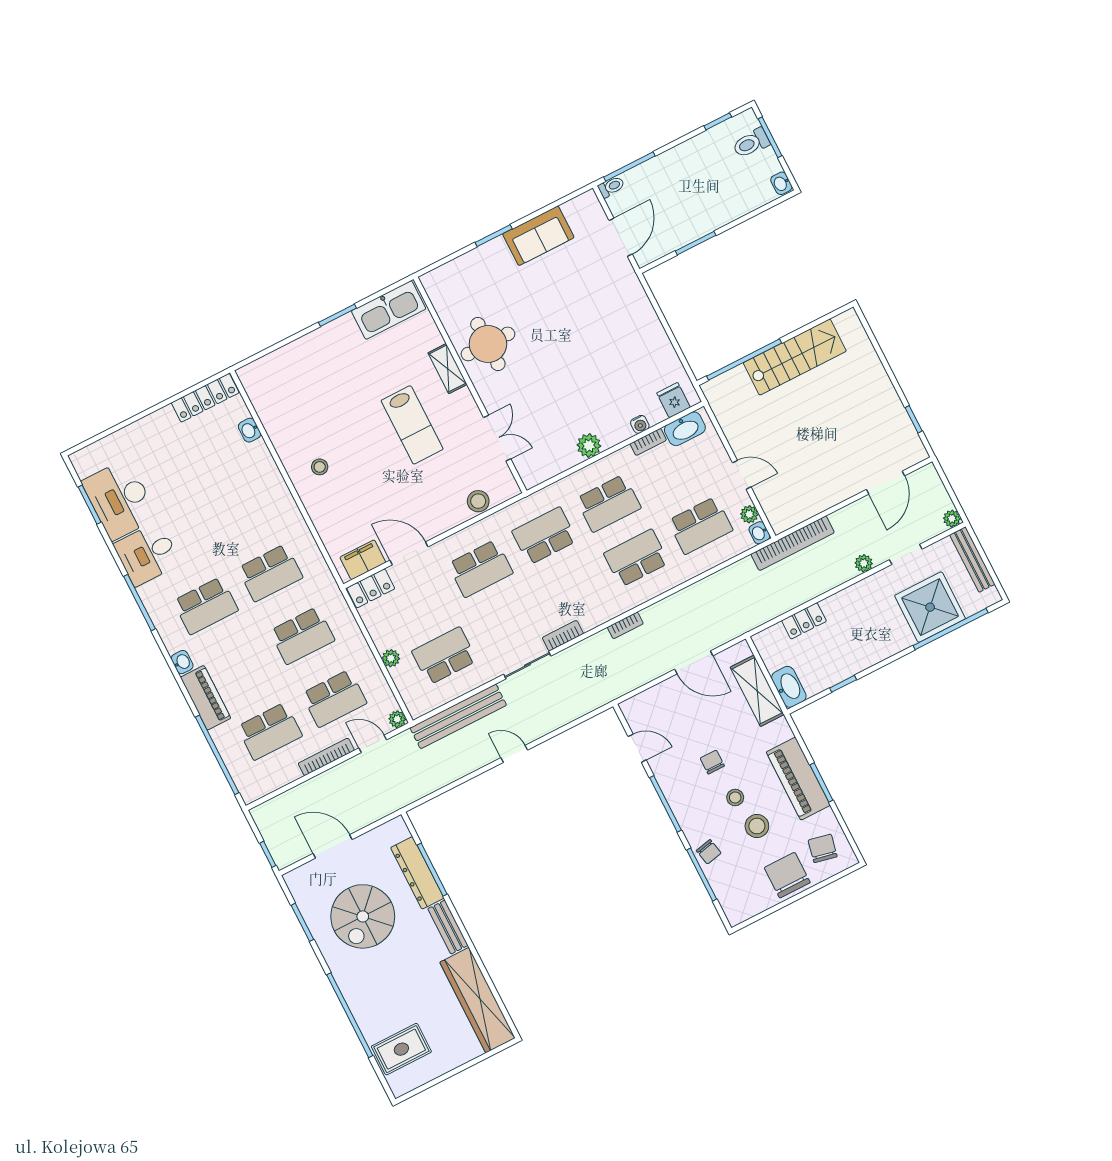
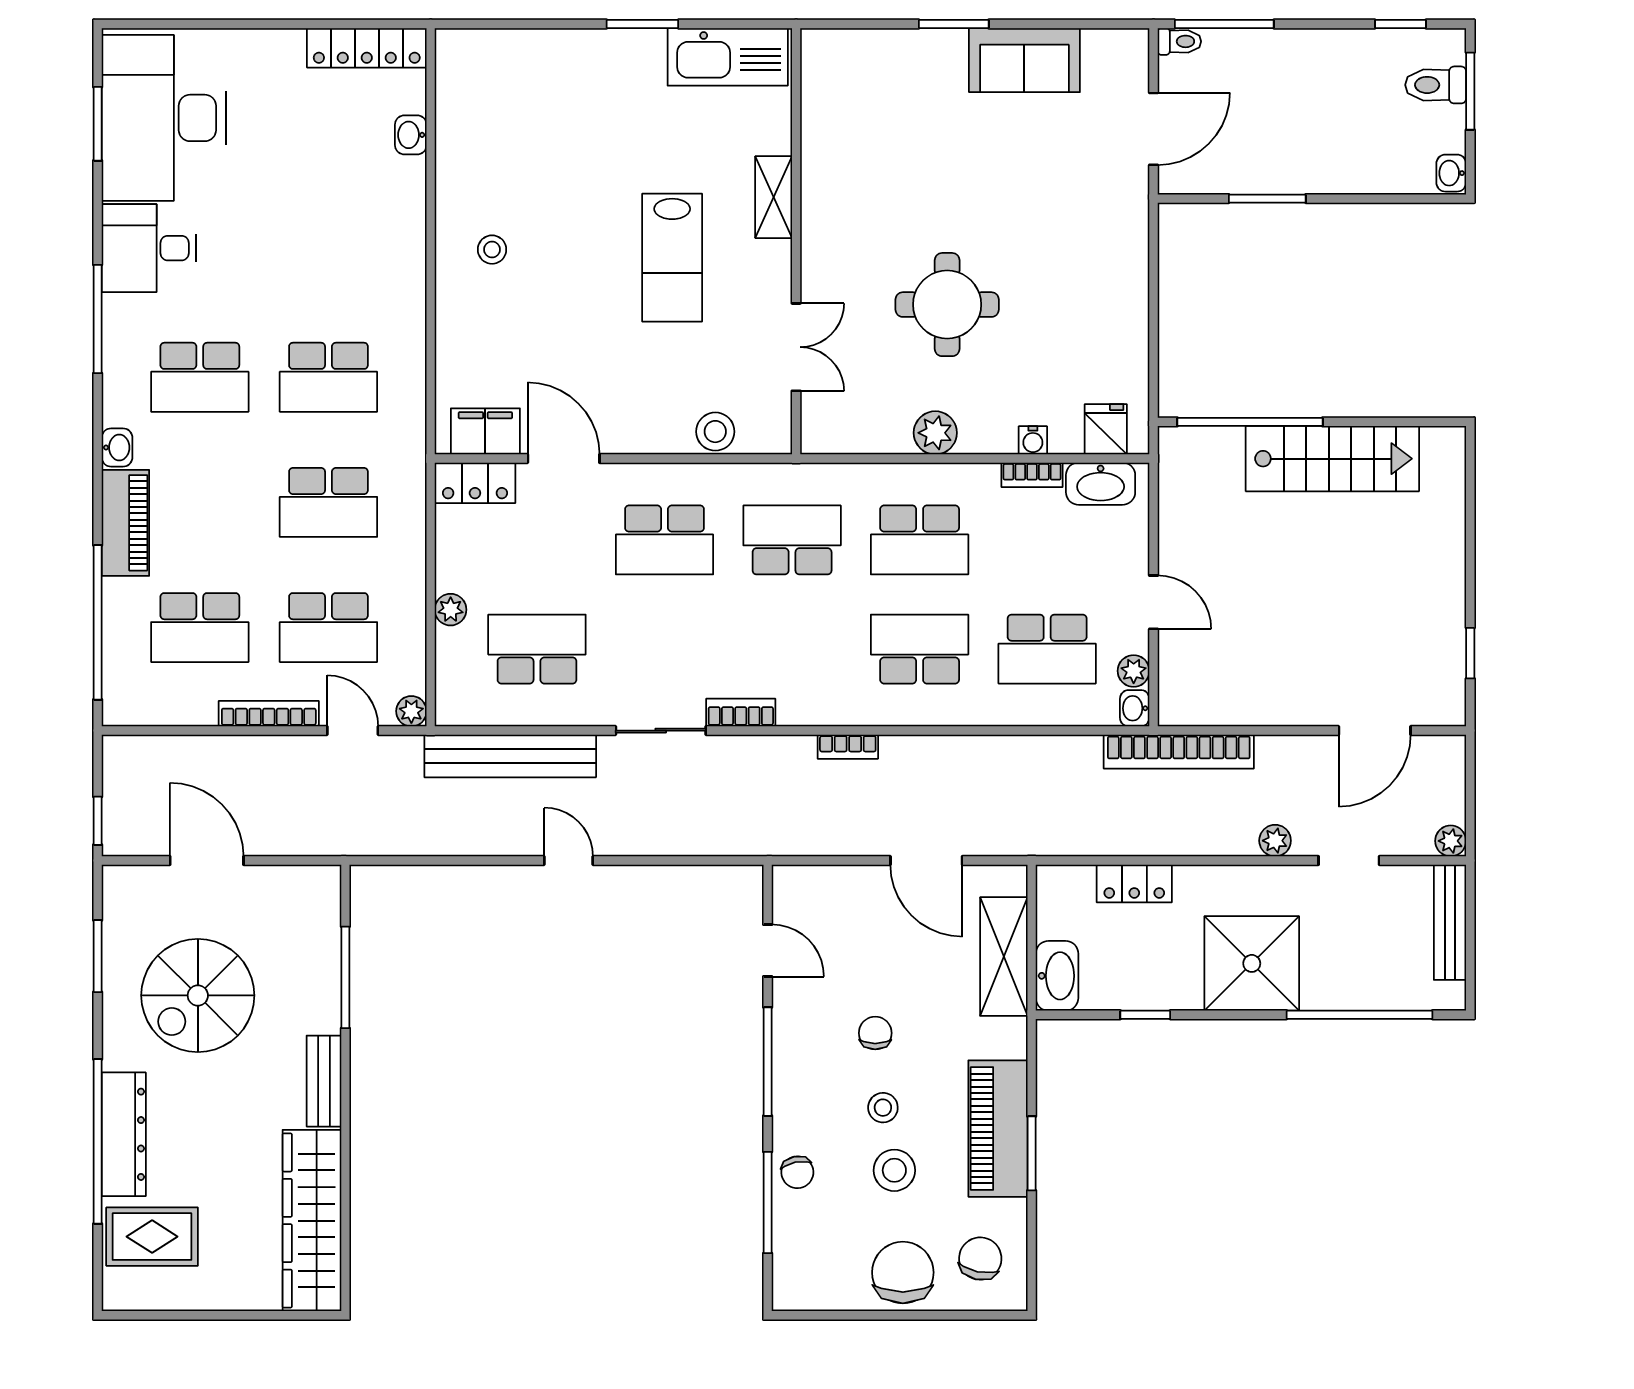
round table: (488, 344) -> (947, 305), moved
desk: (120, 500) -> (164, 118), width x1.36, depth x1.30
shower: (930, 607) -> (1252, 963), moved
dresser: (417, 873) -> (124, 1134), moved, turned 180

